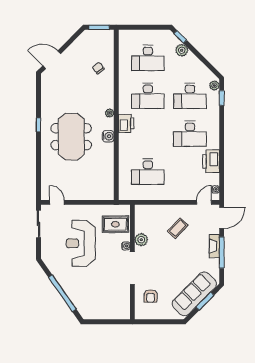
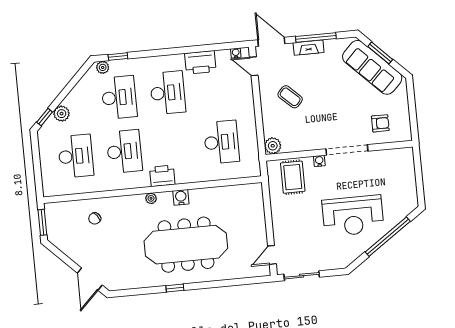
meeting table: (71, 137) -> (186, 245), width x1.36
plant: (141, 240) -> (273, 146), moved
reception desk: (81, 243) -> (353, 216), moved

